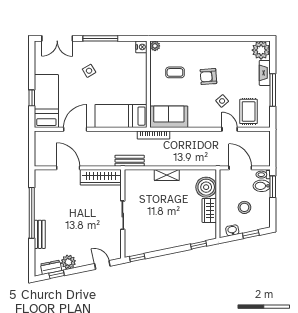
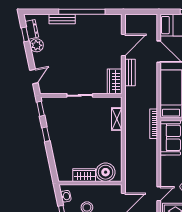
bench: (130, 161) -> (130, 72), moved
shelving: (167, 175) -> (117, 119), moved
wardrobe: (101, 177) -> (115, 81), width x0.67
window: (199, 245) -> (46, 134), moved

